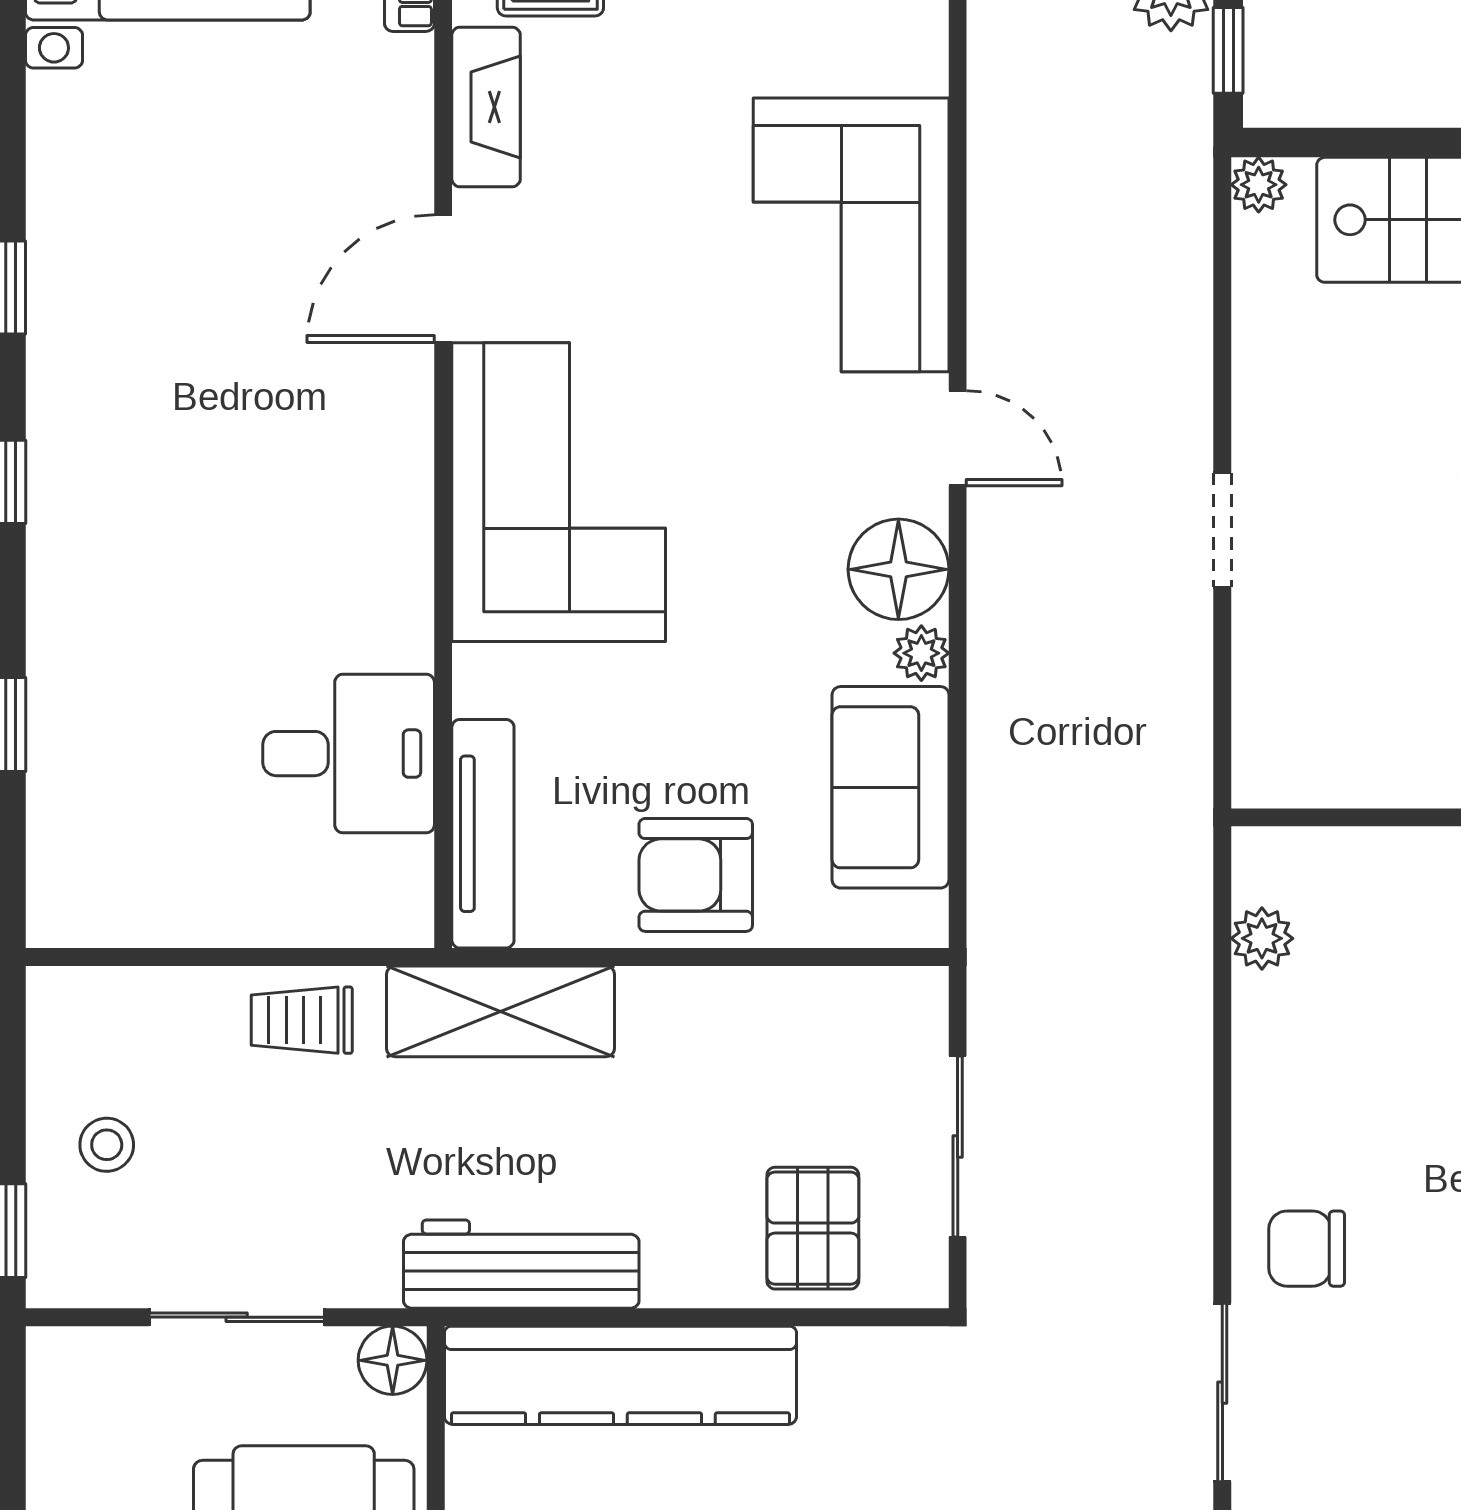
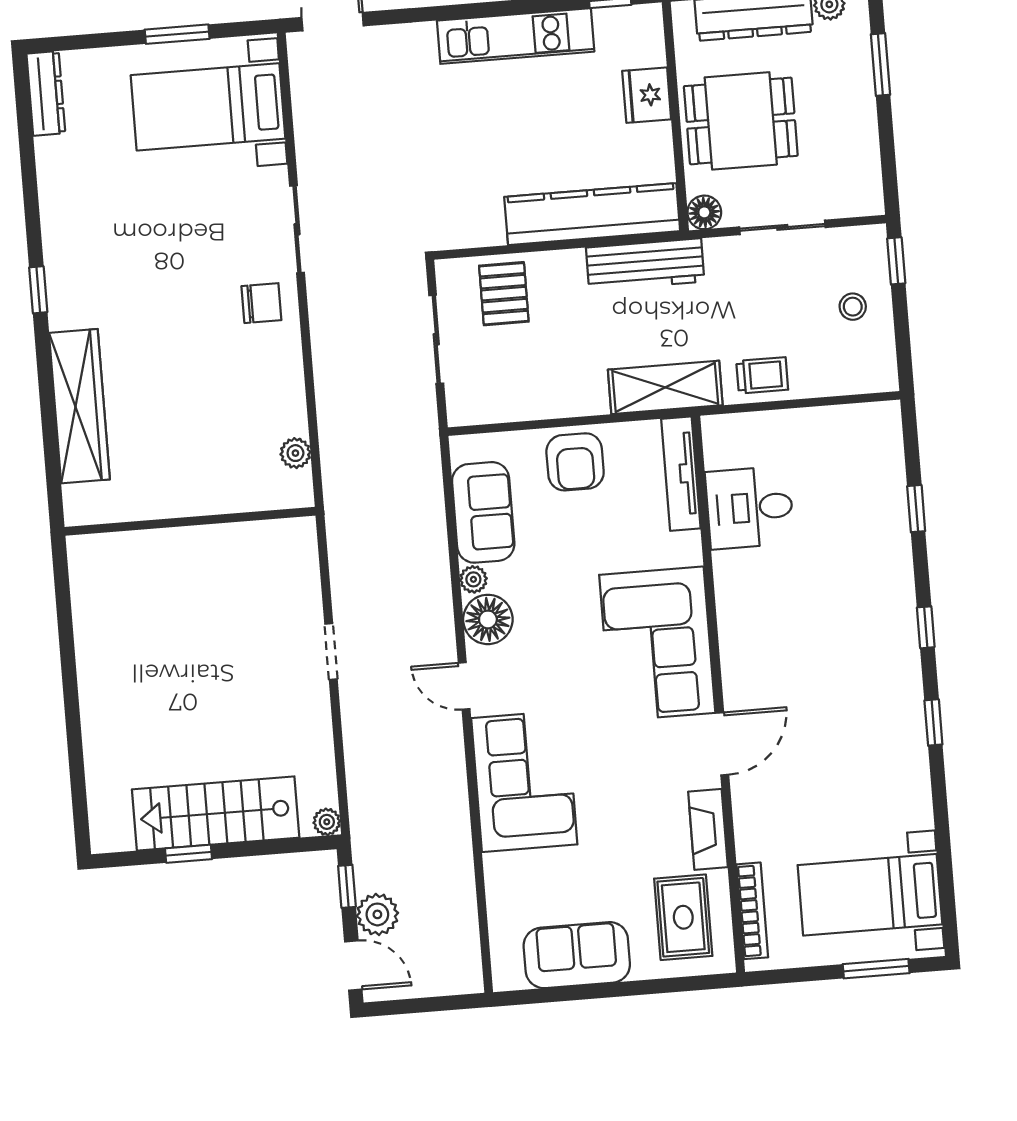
armchair: (696, 875) -> (575, 462), turned 90

